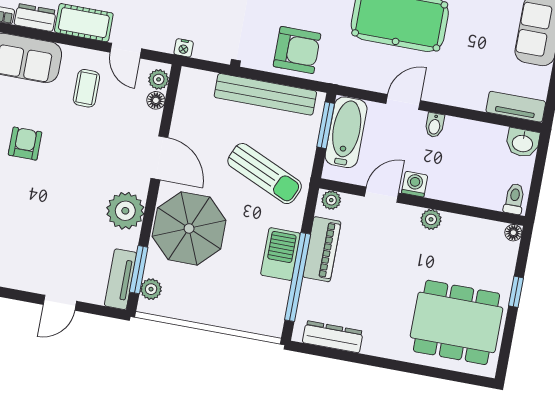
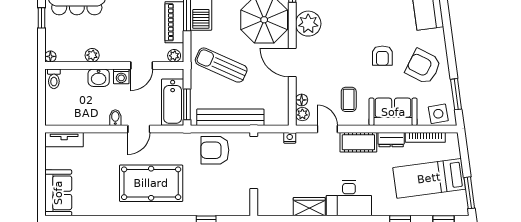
washbasin: (523, 143) -> (99, 78), moved, turned 180
plant: (431, 219) -> (92, 55), moved

